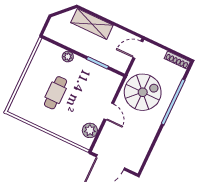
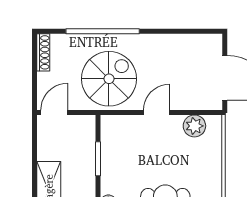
door: (138, 50) -> (54, 112), swing flipped
spiral stairs: (143, 92) -> (109, 79), turned 90

